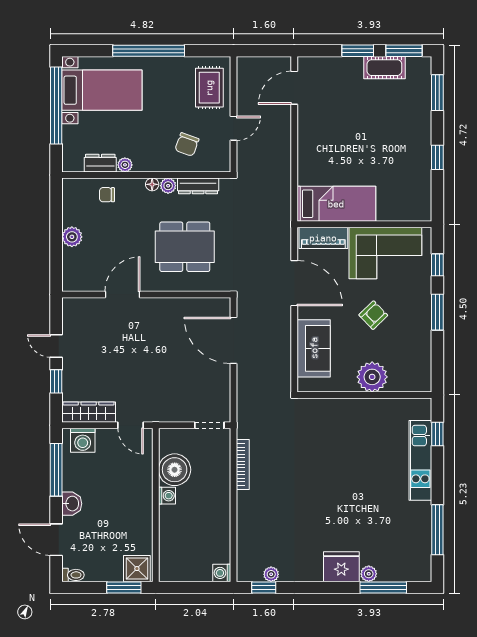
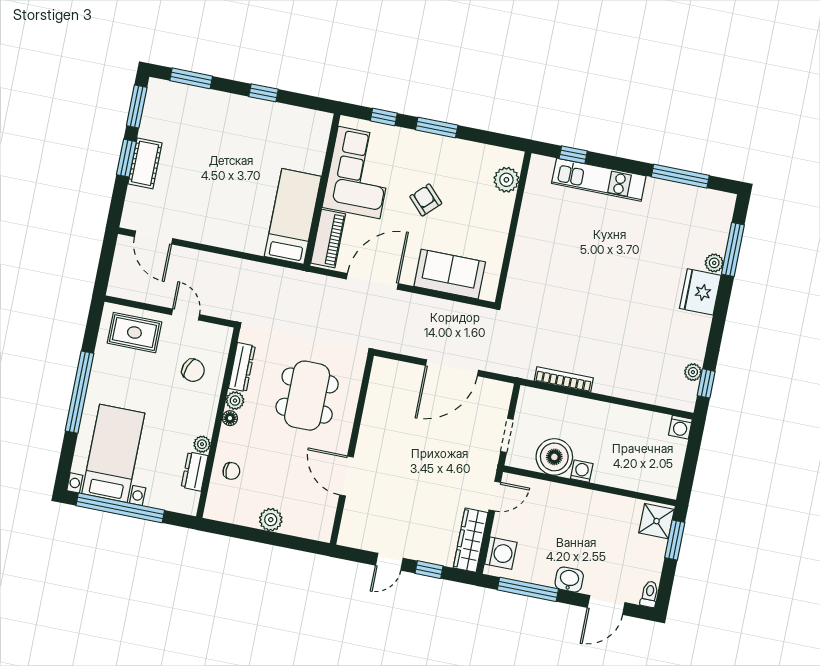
cot: (384, 68) -> (145, 163), moved
chair: (107, 195) -> (231, 471), turned -90
door: (233, 340) -> (452, 368), moved
plant: (372, 377) -> (506, 180), moved, width x0.73, depth x0.73
doorway: (209, 425) -> (507, 435), moved

